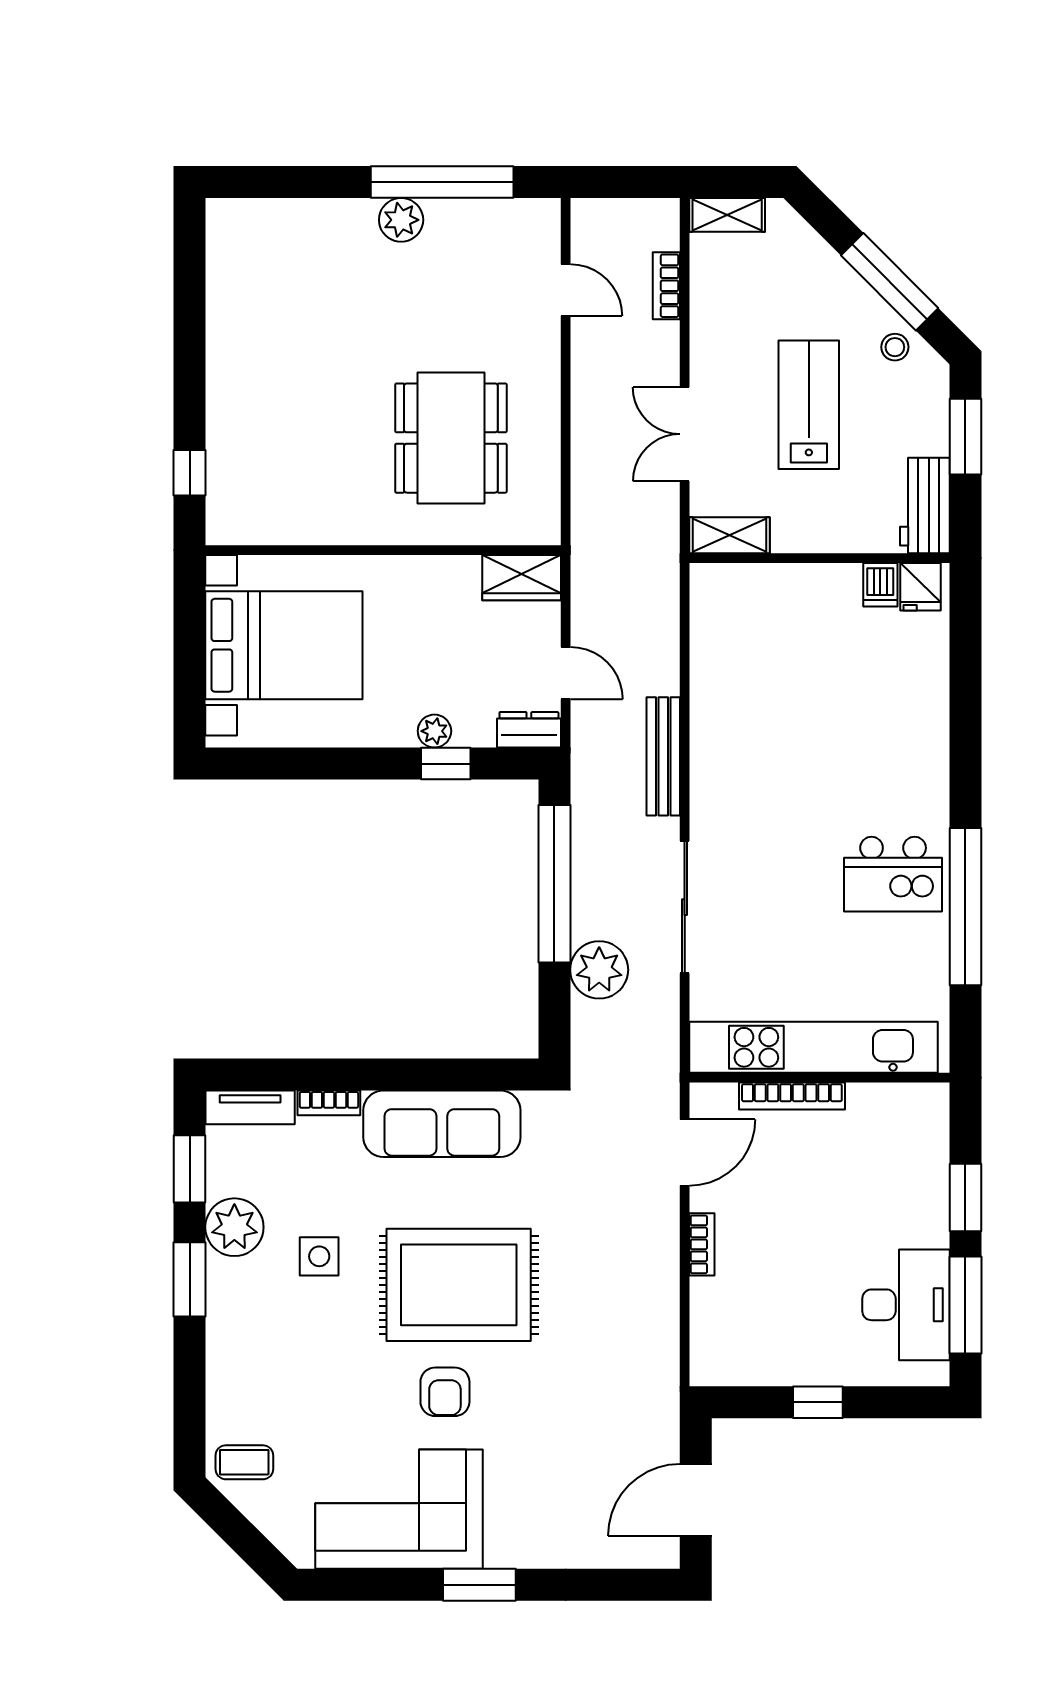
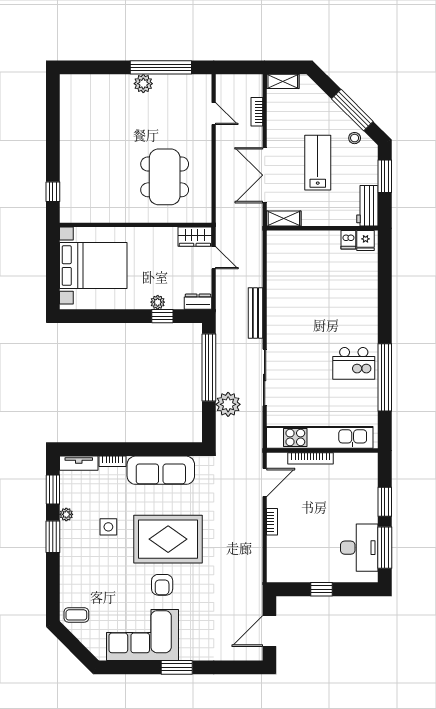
double door: (685, 434) -> (265, 175), width x1.37
door: (566, 673) -> (214, 258), moved
plant: (234, 1227) -> (66, 514), width x0.53, depth x0.53

